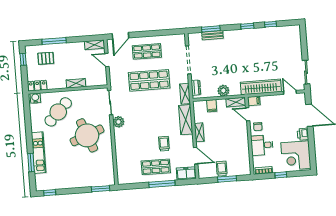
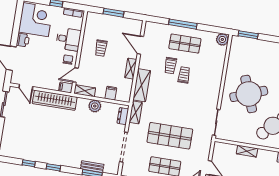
door: (248, 114) -> (75, 75), swing flipped
plant: (118, 122) -> (222, 39), moved
trolley: (150, 138) -> (184, 75), added
trolley: (222, 169) -> (101, 48), moved
freezer: (186, 173) -> (155, 29), removed

